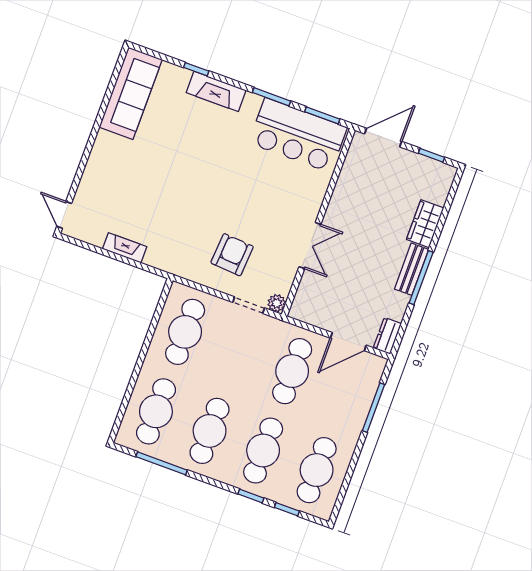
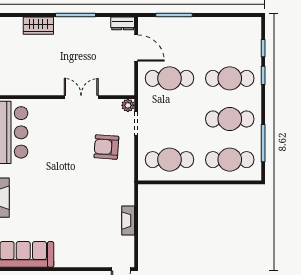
bench: (412, 269) -> (72, 23), removed
cafe table: (317, 470) -> (230, 38), removed

